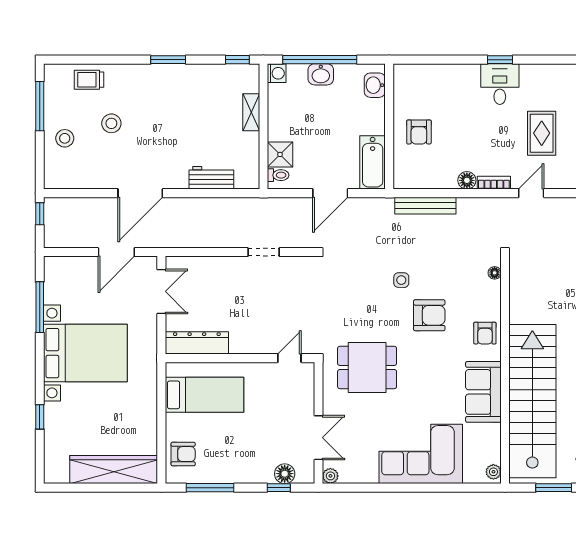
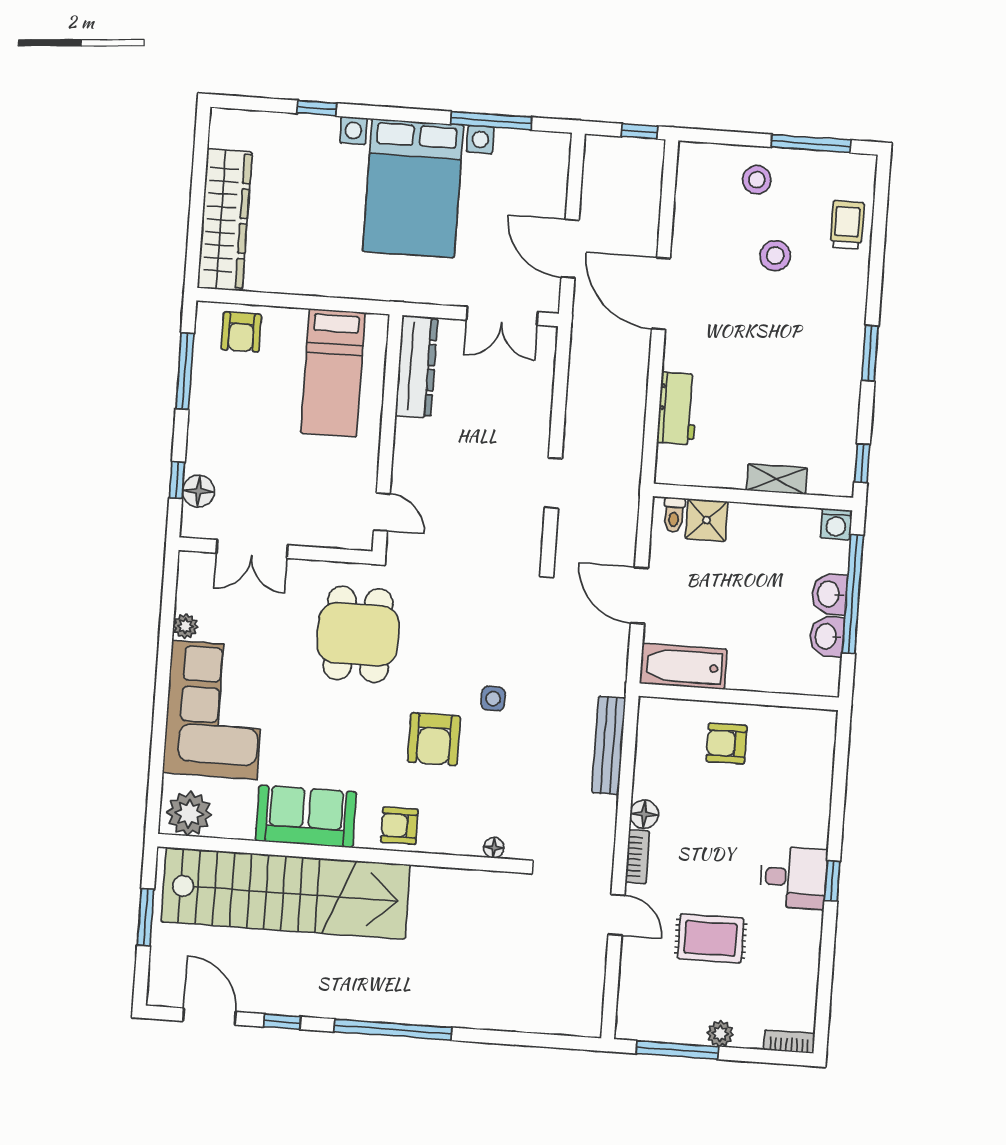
washbasin: (375, 85) -> (827, 636), moved, turned -90
plant: (493, 472) -> (189, 814), width x1.88, depth x1.88
plant: (330, 476) -> (185, 626), moved

